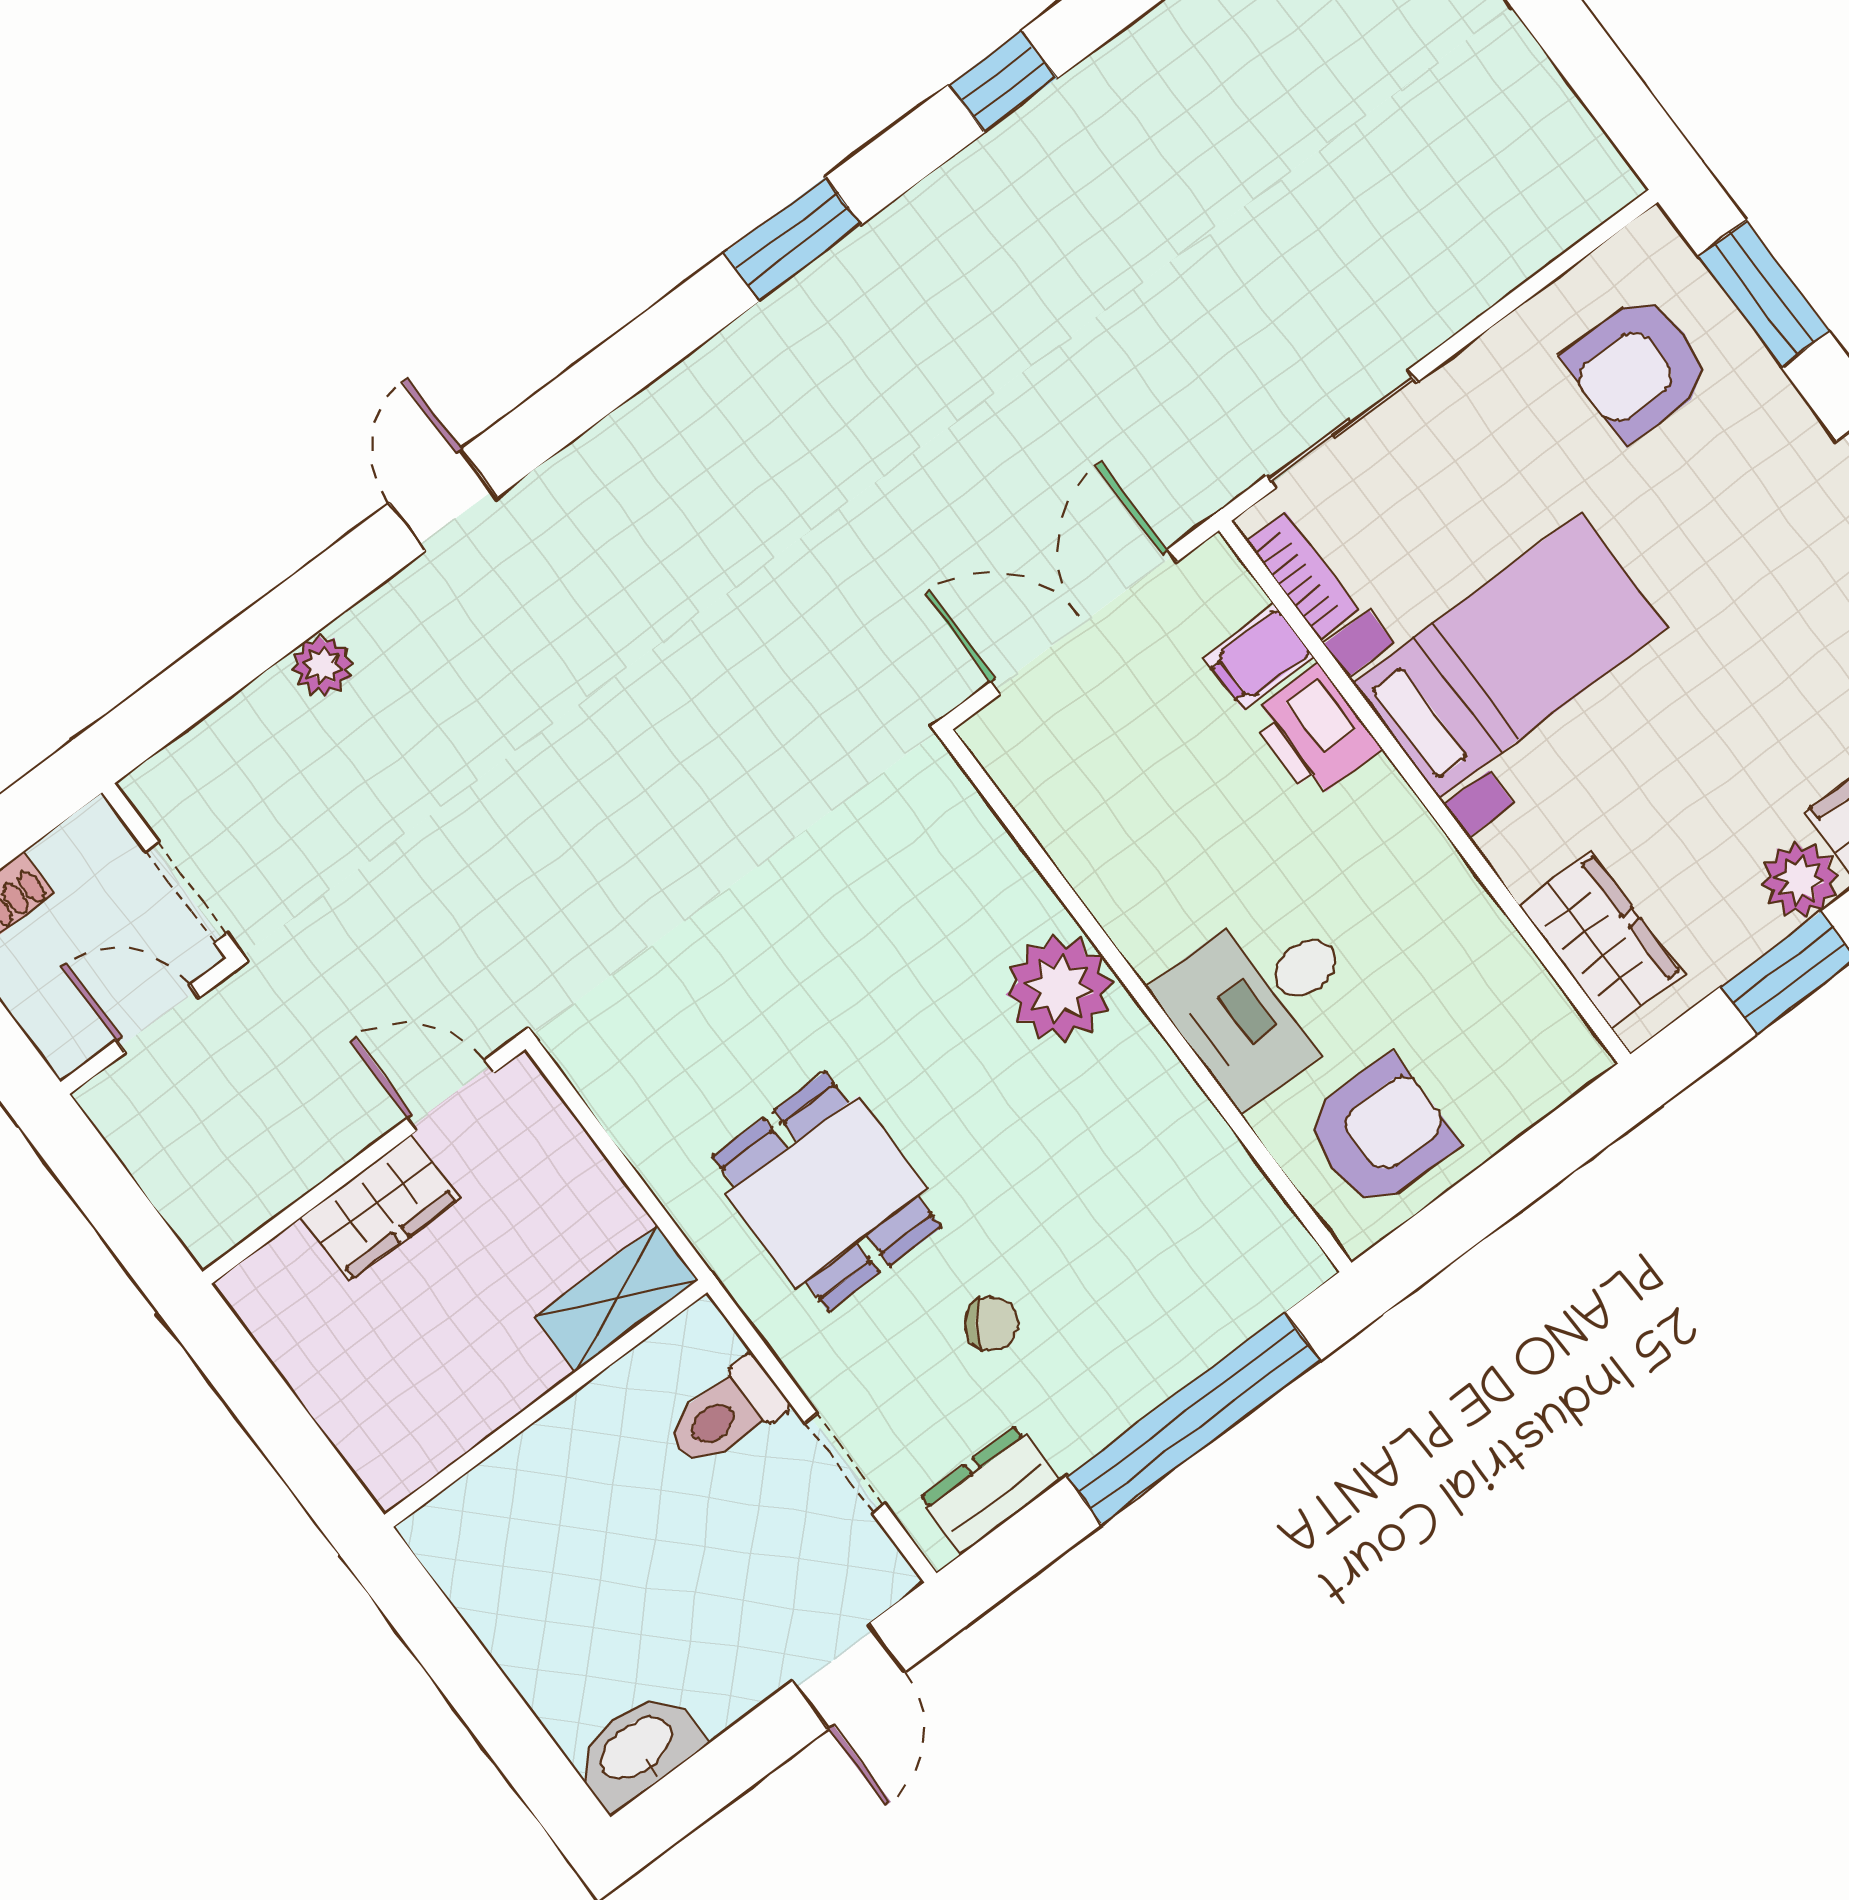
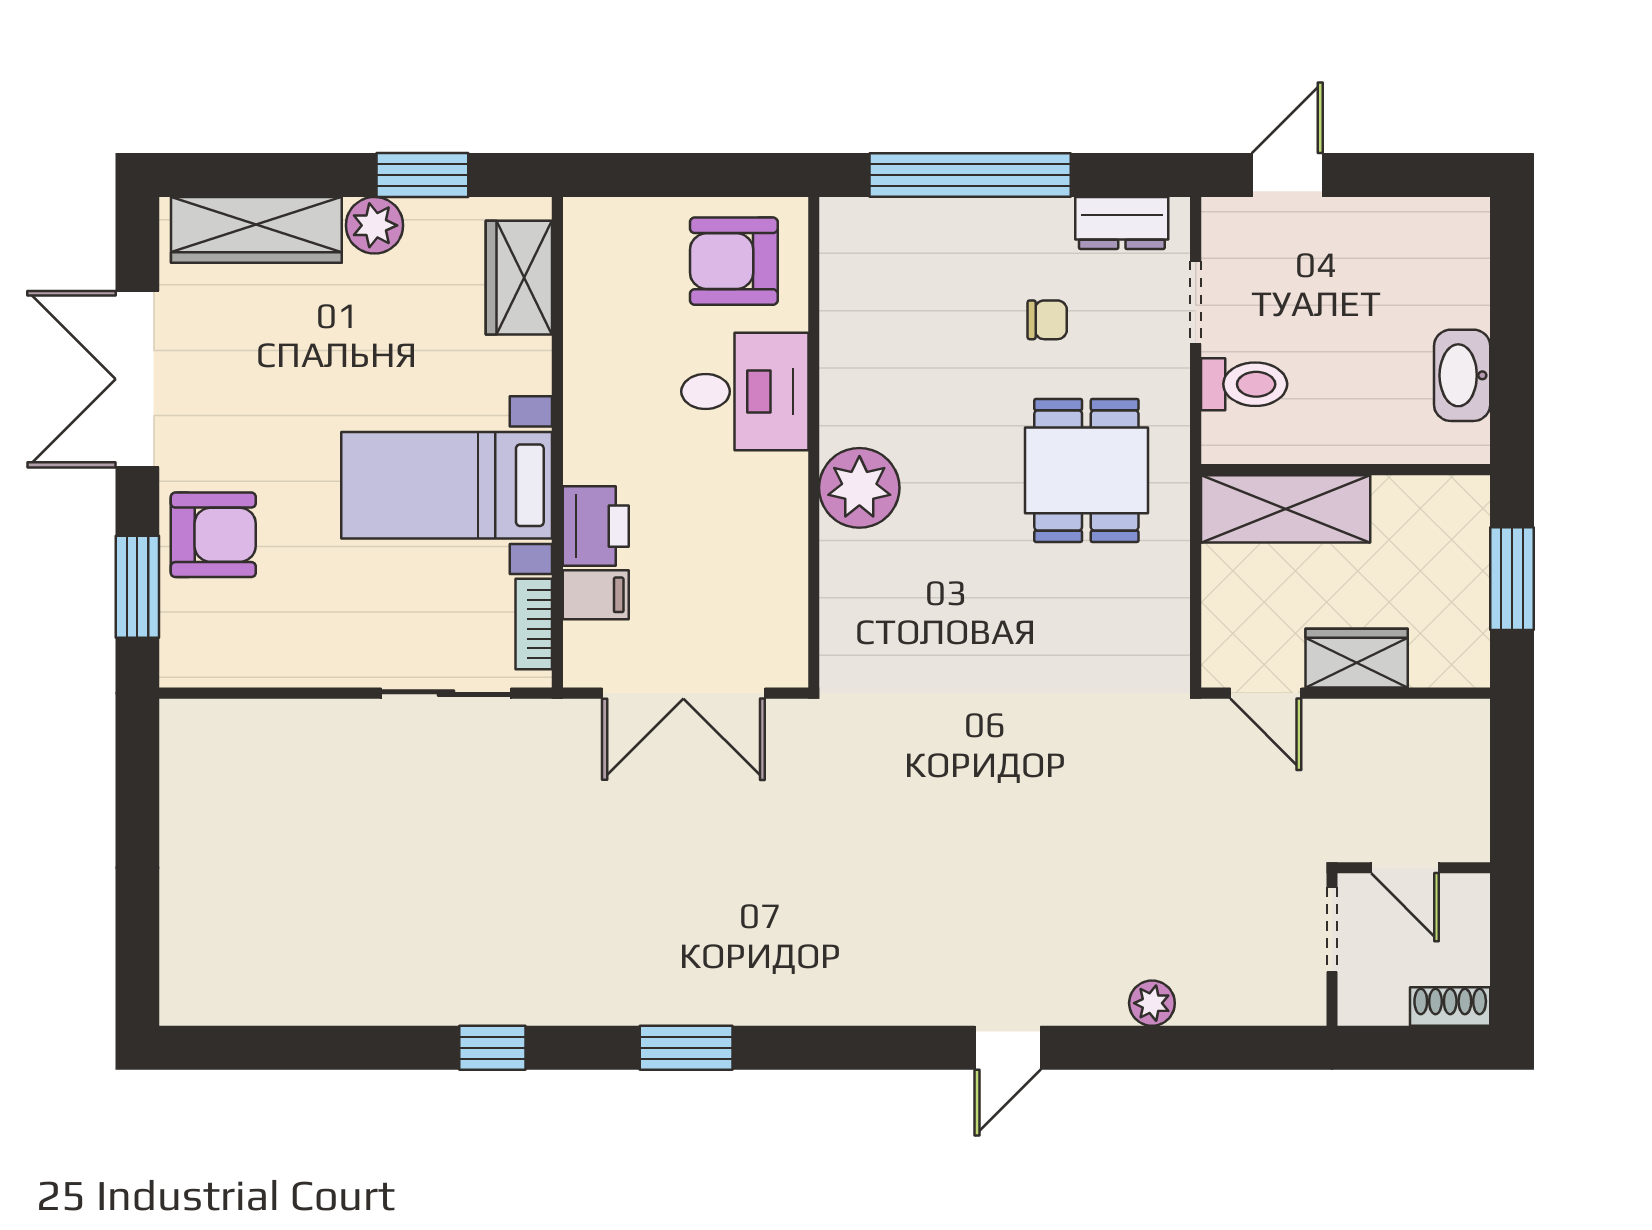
armchair: (1638, 367) -> (213, 535), moved
shelving: (617, 1298) -> (1286, 509), width x1.50, depth x1.33
chair: (992, 1324) -> (1047, 320), turned 145
window: (276, 1420) -> (1512, 579), added
washbasin: (637, 1750) -> (1462, 375), moved, turned 90

